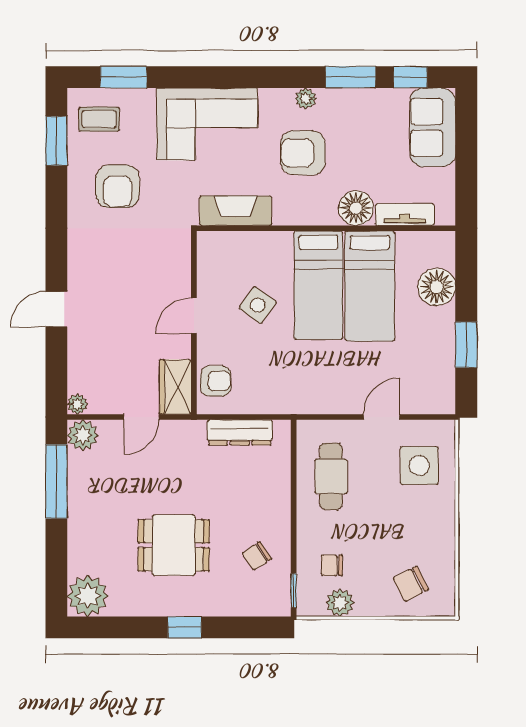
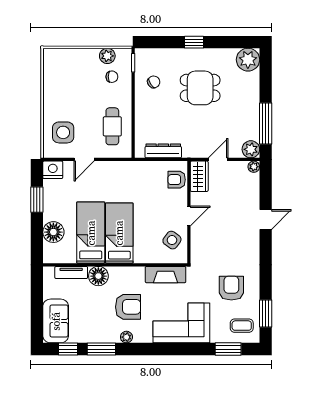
side table: (258, 305) -> (172, 240), moved
nightstand: (438, 398) -> (53, 170), added
chair: (411, 584) -> (68, 66), removed

